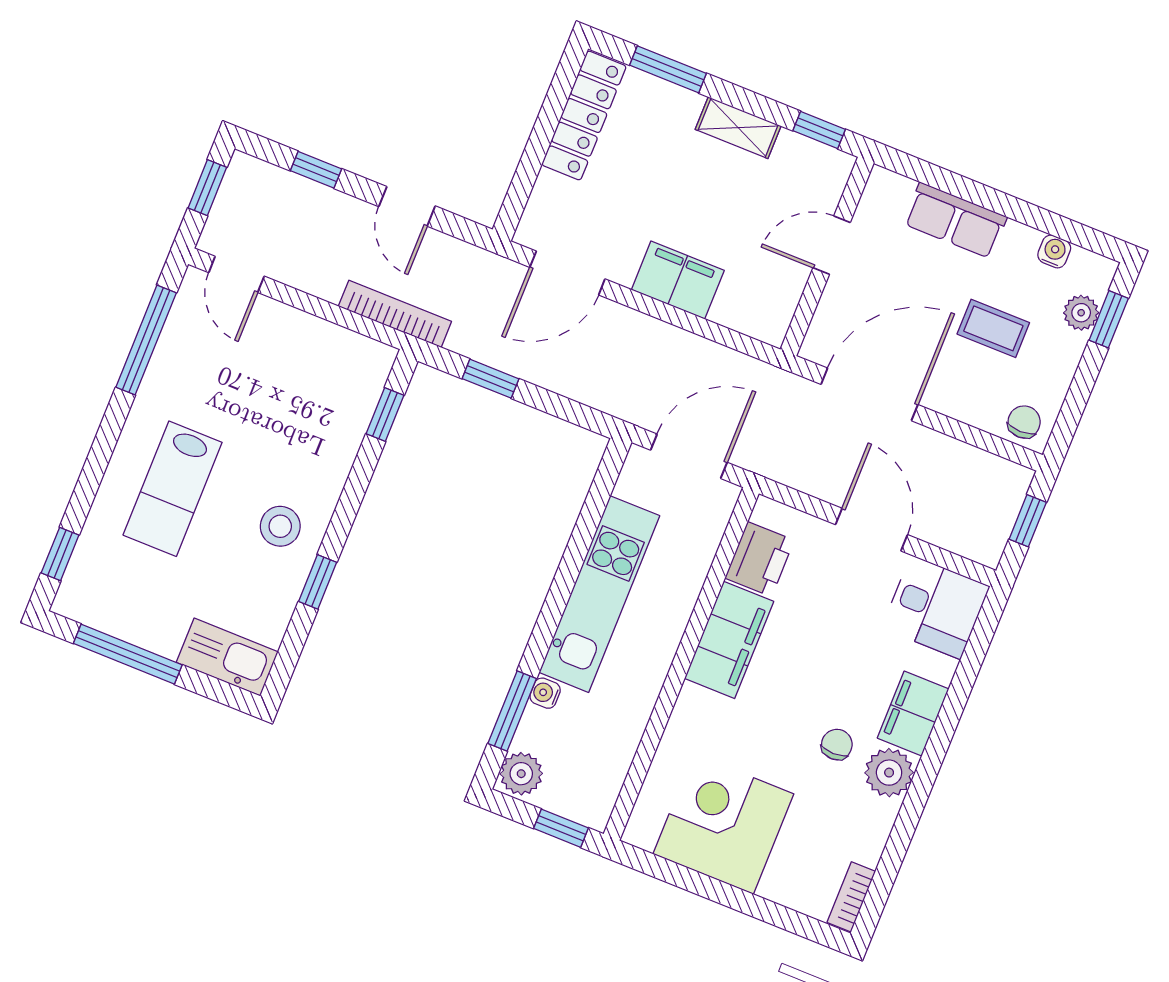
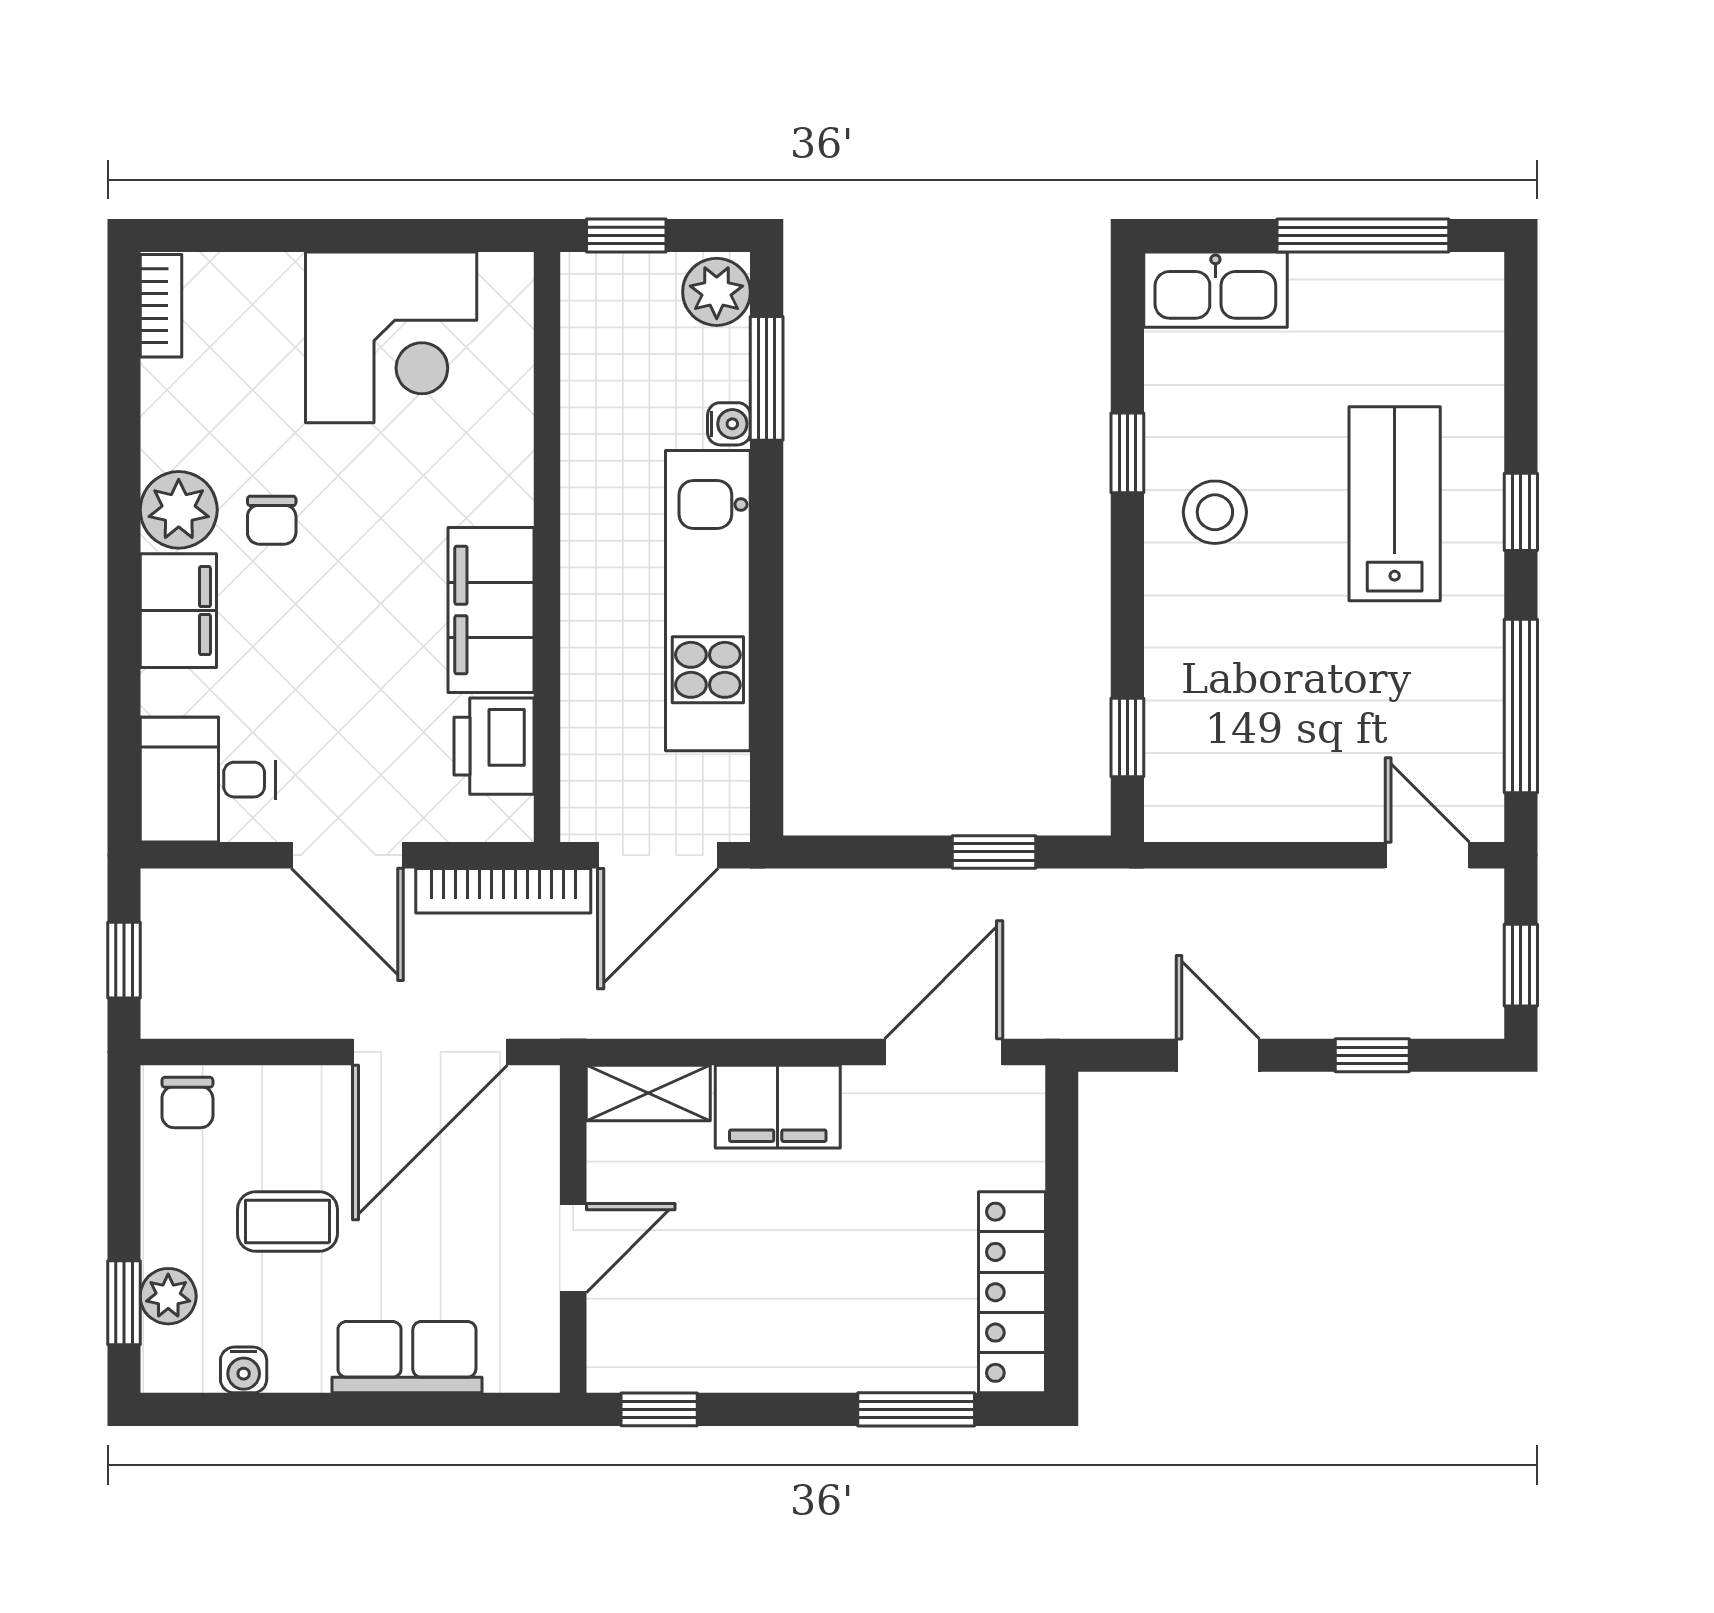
shelving: (738, 128) -> (648, 1093), moved
bookcase: (395, 314) -> (503, 891), moved
window: (60, 554) -> (1521, 512), moved

